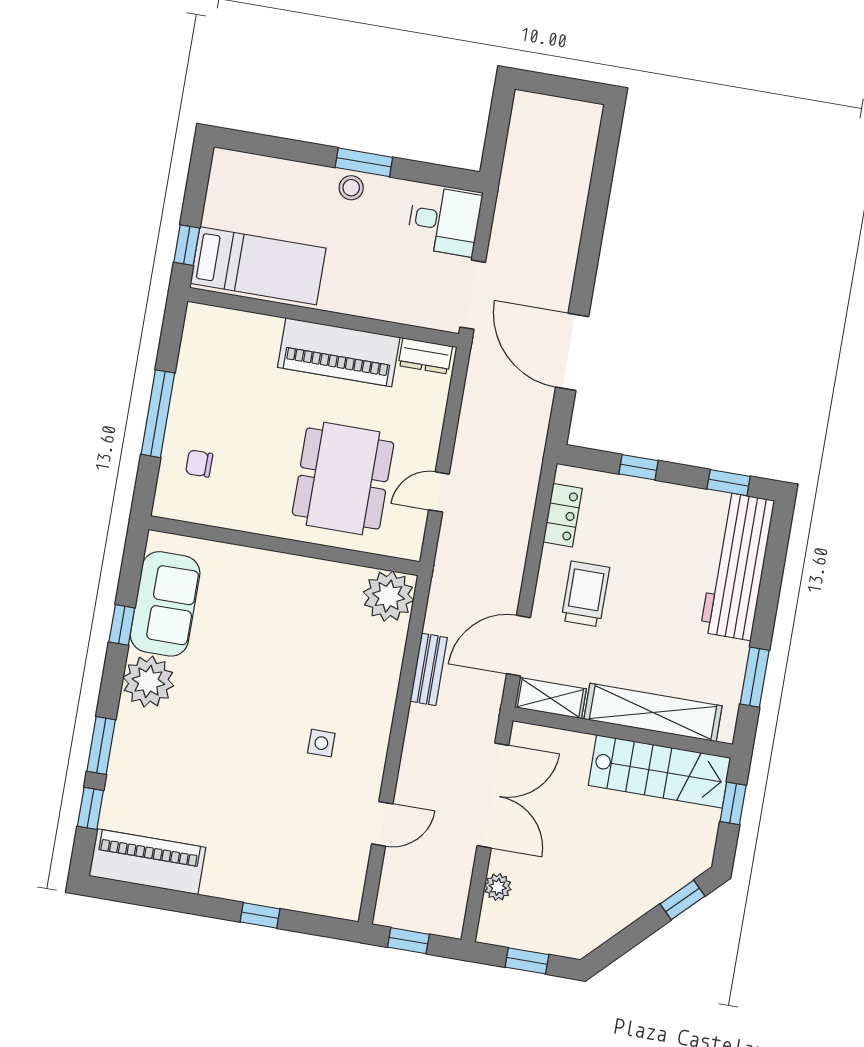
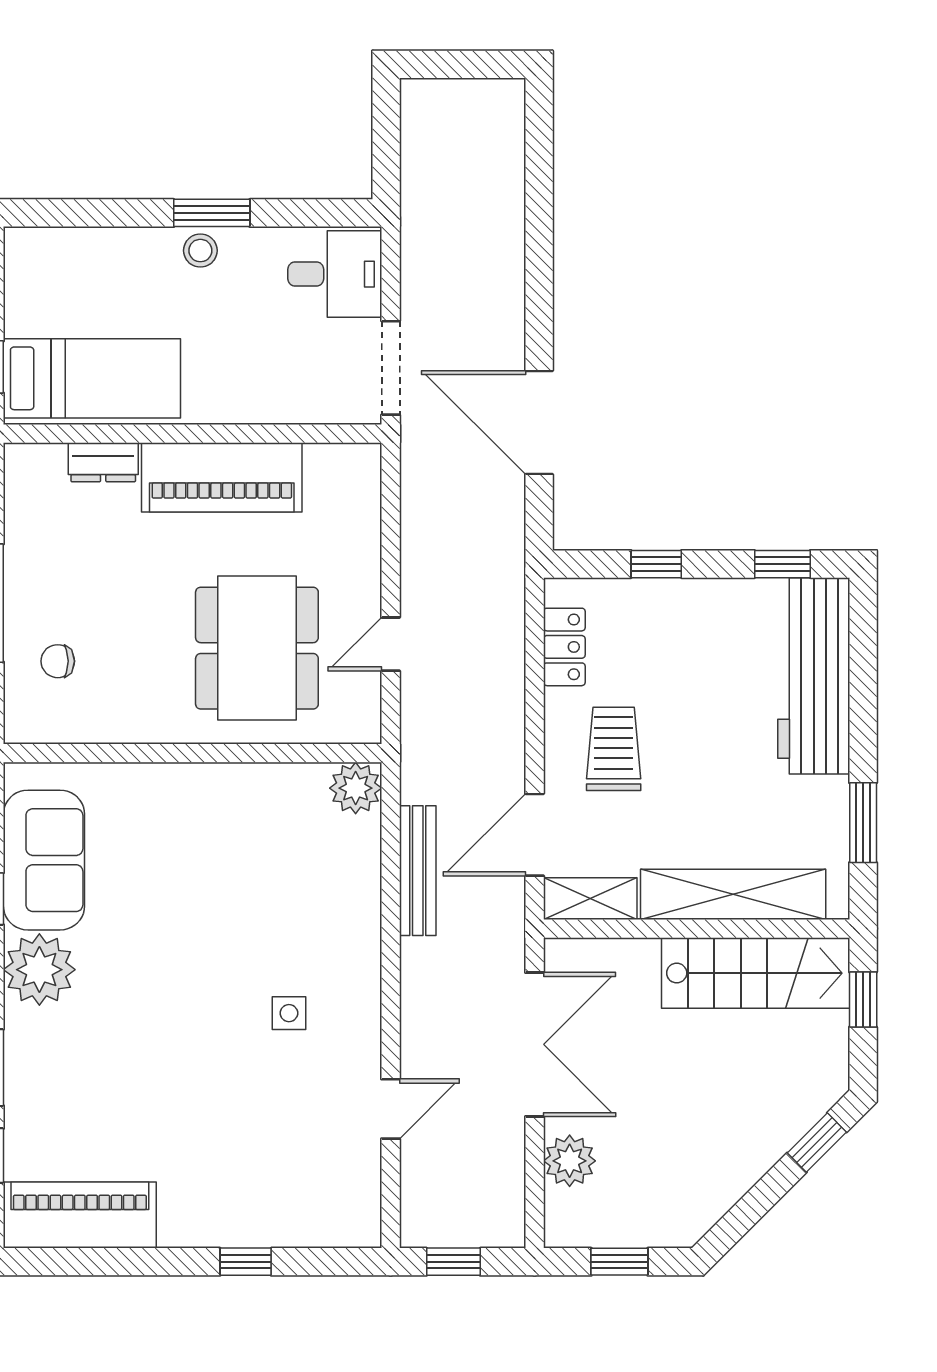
dresser: (425, 356) -> (103, 462), moved
plant: (388, 596) -> (356, 788), width x0.73, depth x0.73
bench: (429, 669) -> (418, 871), width x1.36
plant: (498, 887) -> (570, 1161), width x1.38, depth x1.38

